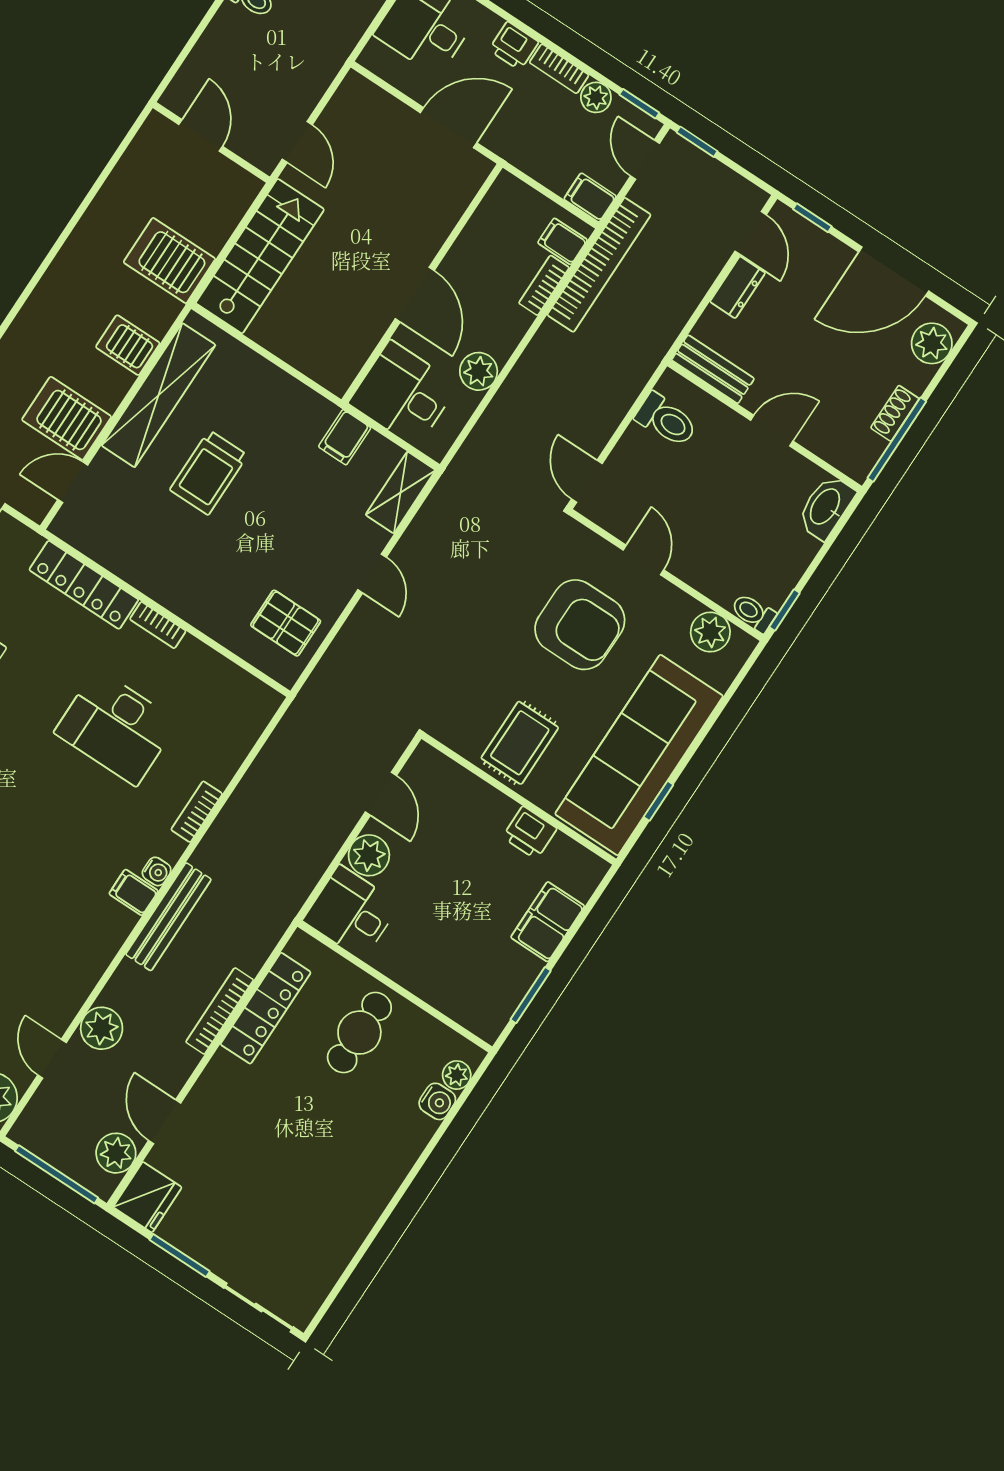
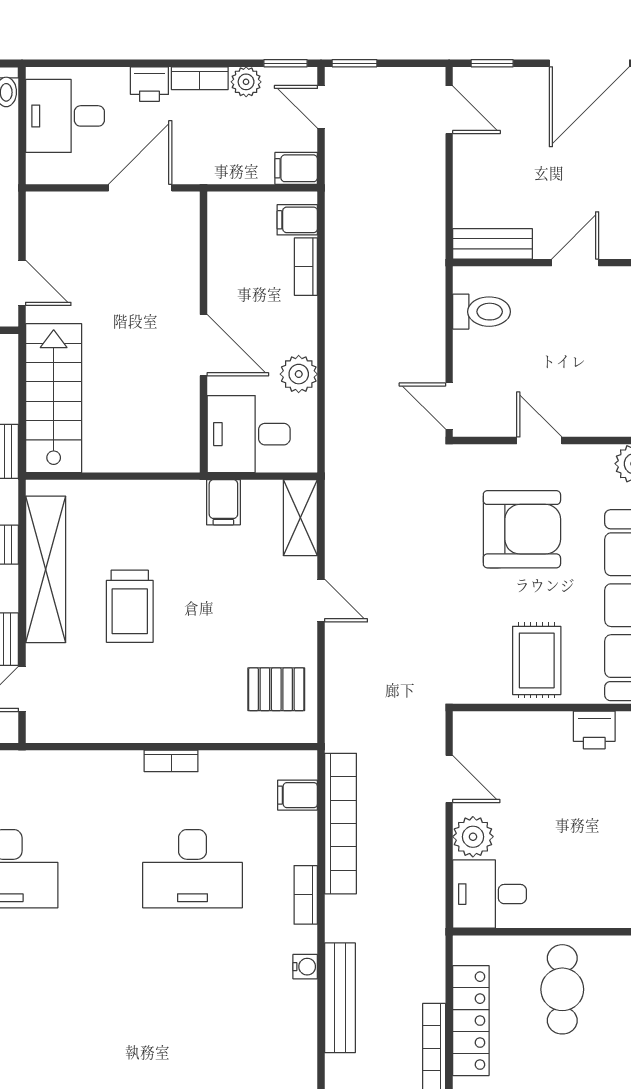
bookcase: (599, 265) -> (340, 824), moved
dresser: (738, 287) -> (468, 162), removed
locker: (84, 585) -> (87, 768), removed
filing cabinet: (134, 892) -> (298, 795), moved

